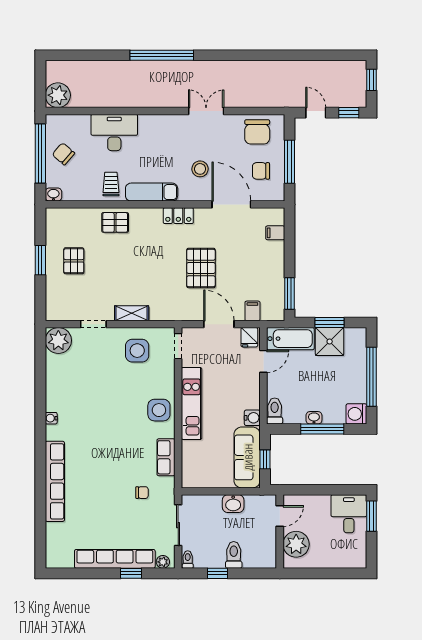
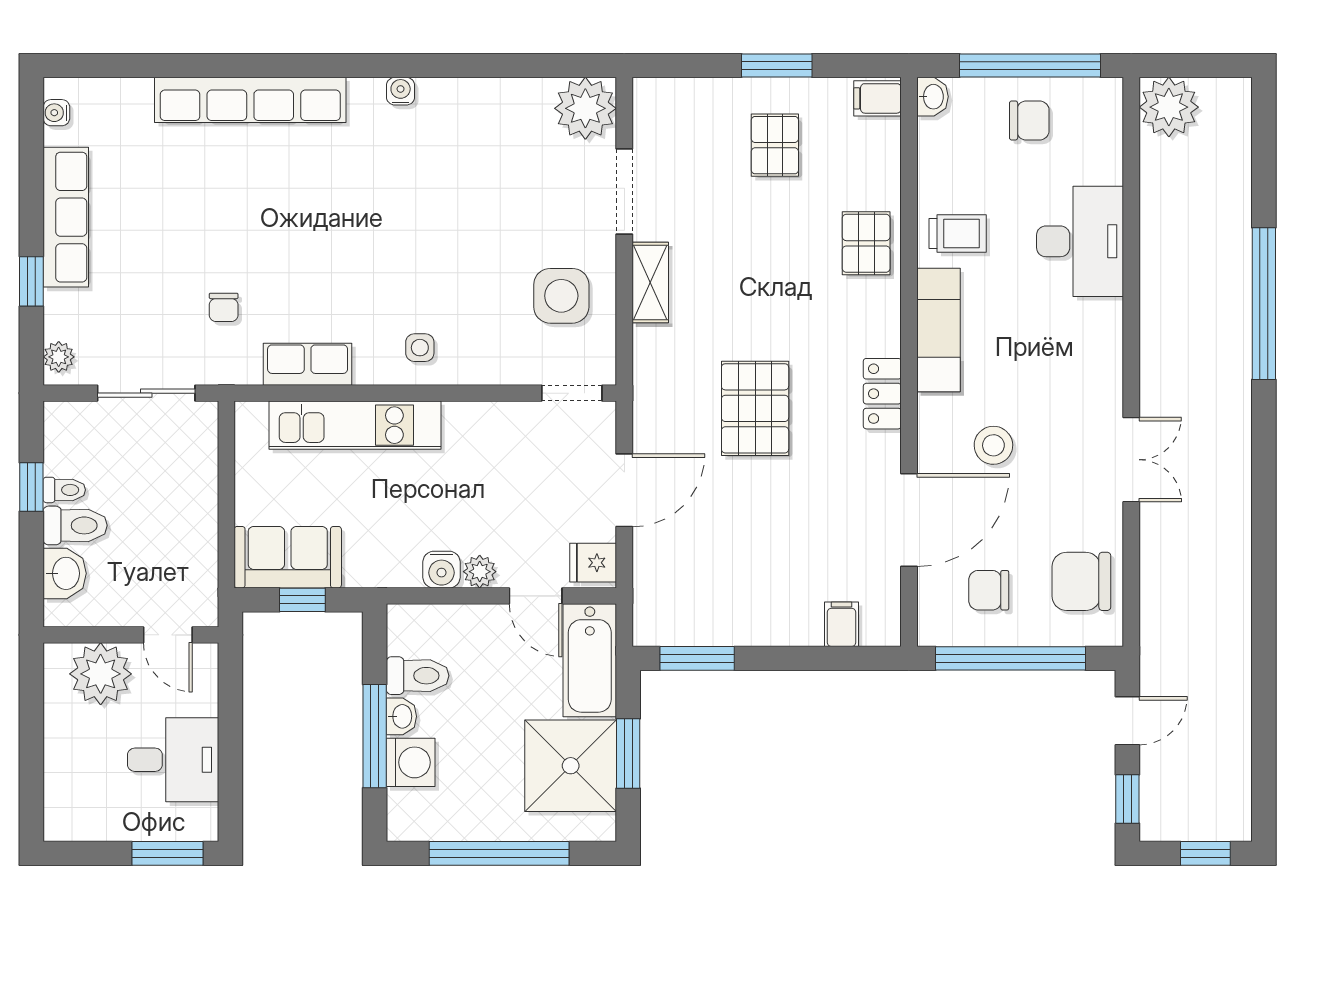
window: (162, 55) -> (1264, 304), moved
chair: (63, 154) -> (1029, 120), turned 49
window: (290, 162) -> (1010, 658), width x1.46
chair: (261, 171) -> (989, 590), turned -90
pallet: (74, 261) -> (775, 145), turned 90
pallet: (201, 268) -> (755, 408), moved, turned 90
filing cabinet: (252, 311) -> (878, 98), moved, turned 180
doorway: (93, 324) -> (624, 191), width x1.38
shower: (330, 342) -> (571, 766), width x1.37, depth x1.37
plant: (253, 385) -> (480, 572), added
kitchen unit: (192, 403) -> (355, 425), moved
side table: (159, 410) -> (420, 348), width x0.54, depth x0.54
toilet: (275, 411) -> (418, 676), moved
washing machine: (356, 414) -> (411, 762), moved, turned 90
water cooler: (252, 418) -> (441, 570), moved
sofa: (247, 457) -> (288, 557), width x0.73
washbasin: (233, 504) -> (65, 573), moved, turned 180
desk: (349, 514) -> (173, 760), moved
row of seats: (115, 559) -> (66, 217), width x0.73
toilet: (188, 560) -> (64, 490), moved
water cooler: (60, 563) -> (56, 113), added

